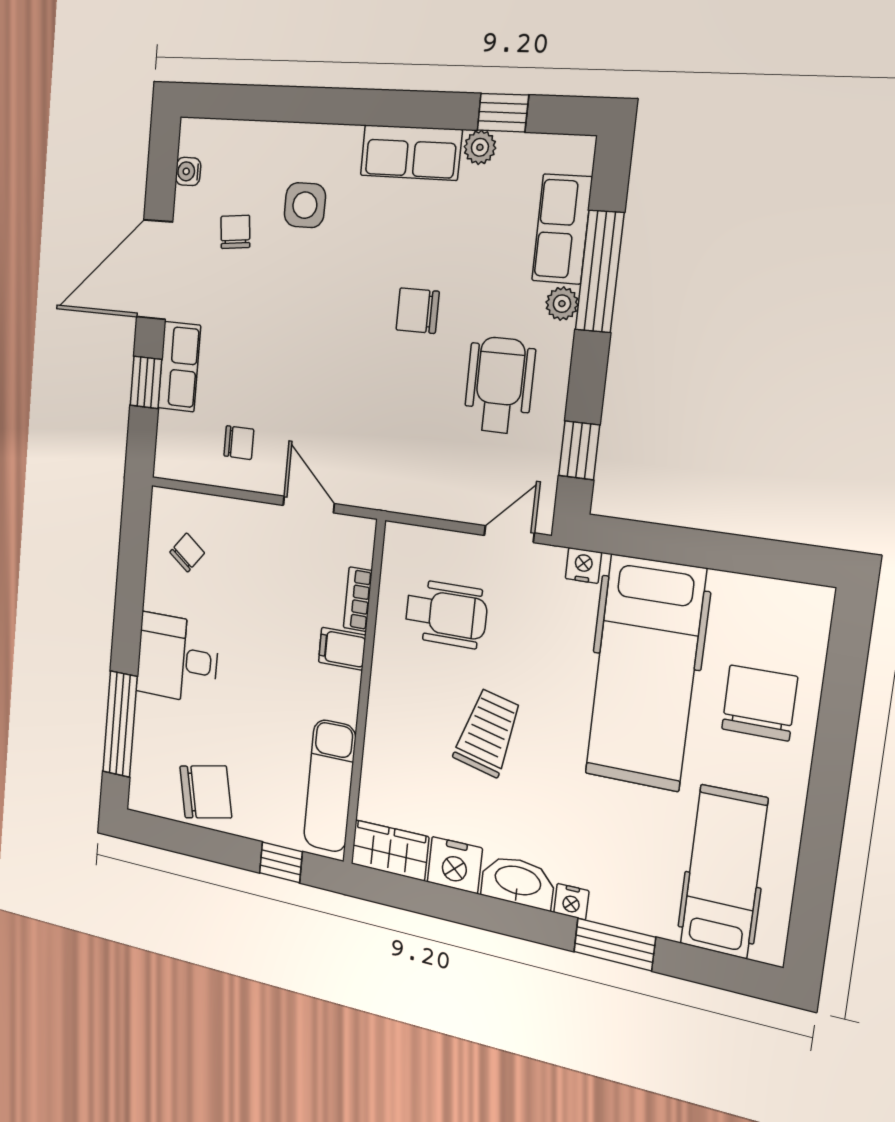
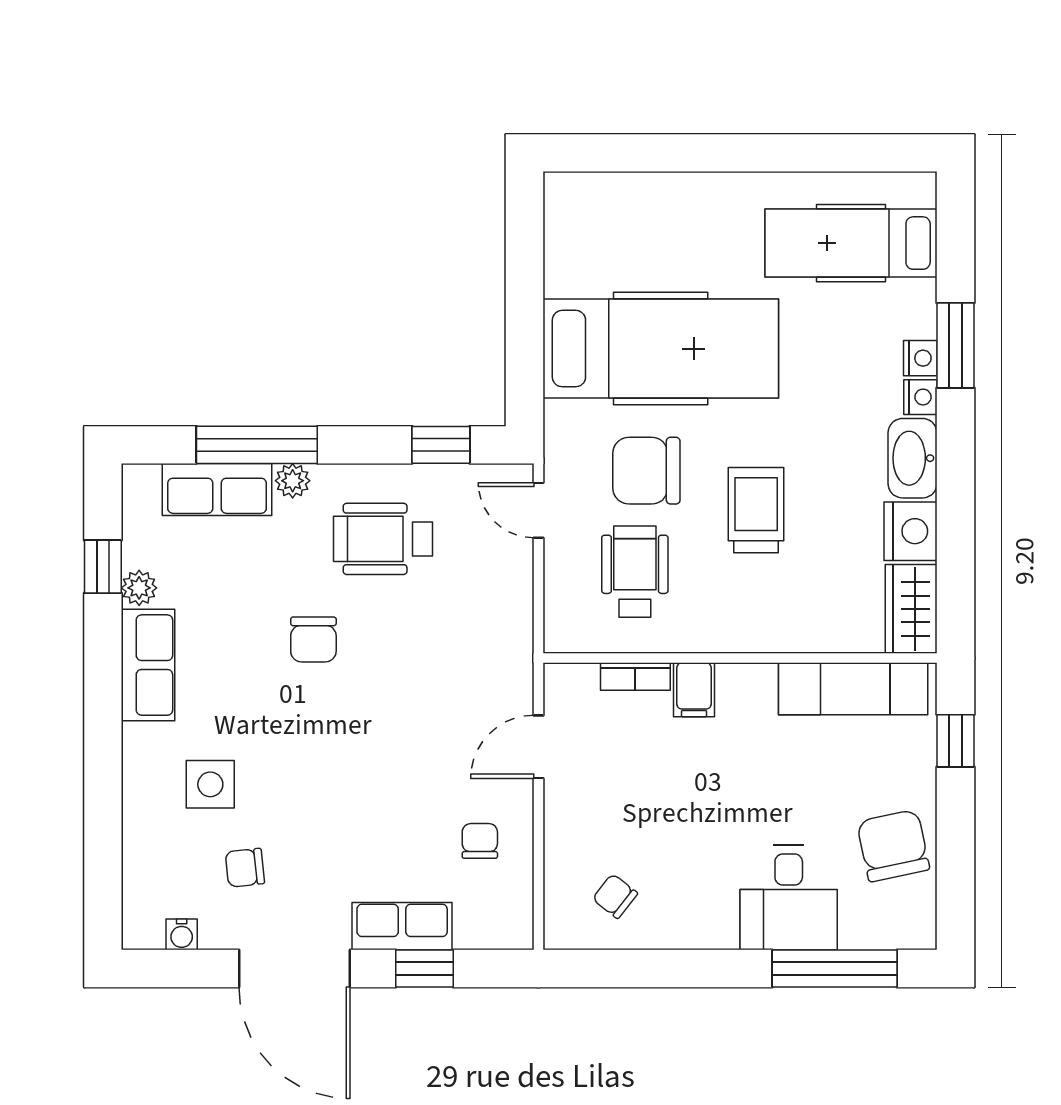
nightstand: (583, 566) -> (920, 358), moved, turned 180
desk: (177, 658) -> (789, 898), moved
chair: (759, 703) -> (646, 471), moved
trolley: (488, 733) -> (756, 510), turned 76

